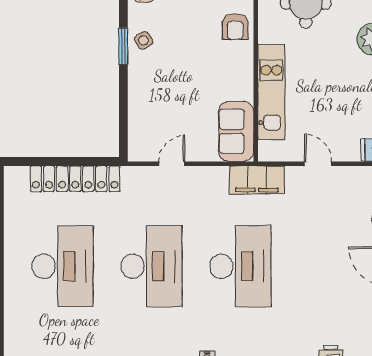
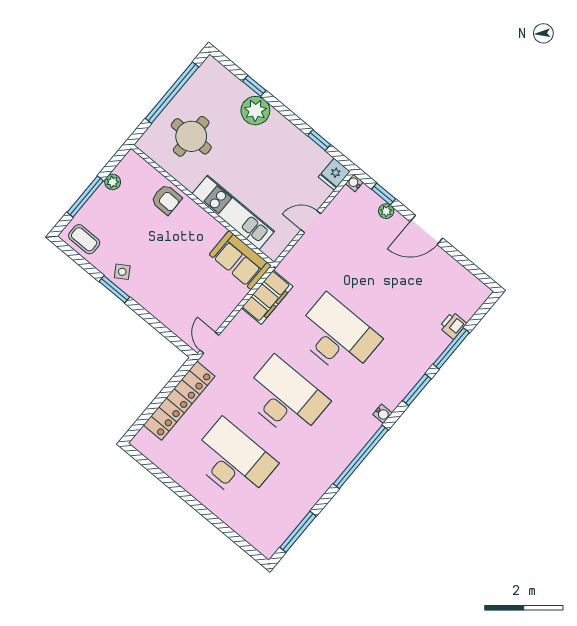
door: (172, 164) -> (210, 343), moved
filing cabinet: (257, 180) -> (267, 297), moved

